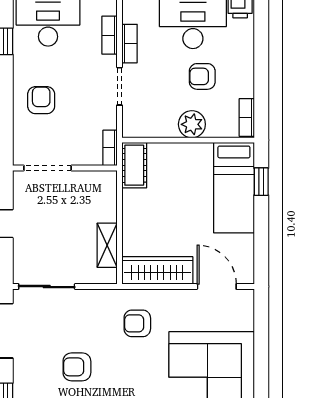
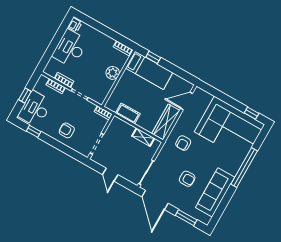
armchair: (202, 76) -> (95, 57), removed
cot: (134, 165) -> (128, 113), moved
armchair: (77, 367) -> (187, 179), turned -90

